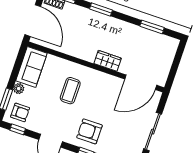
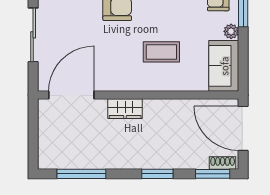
window: (152, 27) -> (81, 174), width x1.44
coffee table: (70, 91) -> (161, 52), turned 90

